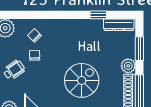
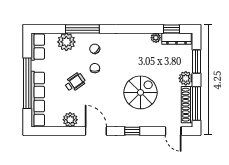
window: (22, 15) -> (82, 29), added
window: (98, 15) -> (171, 29), moved
plant: (97, 24) -> (156, 38), added

